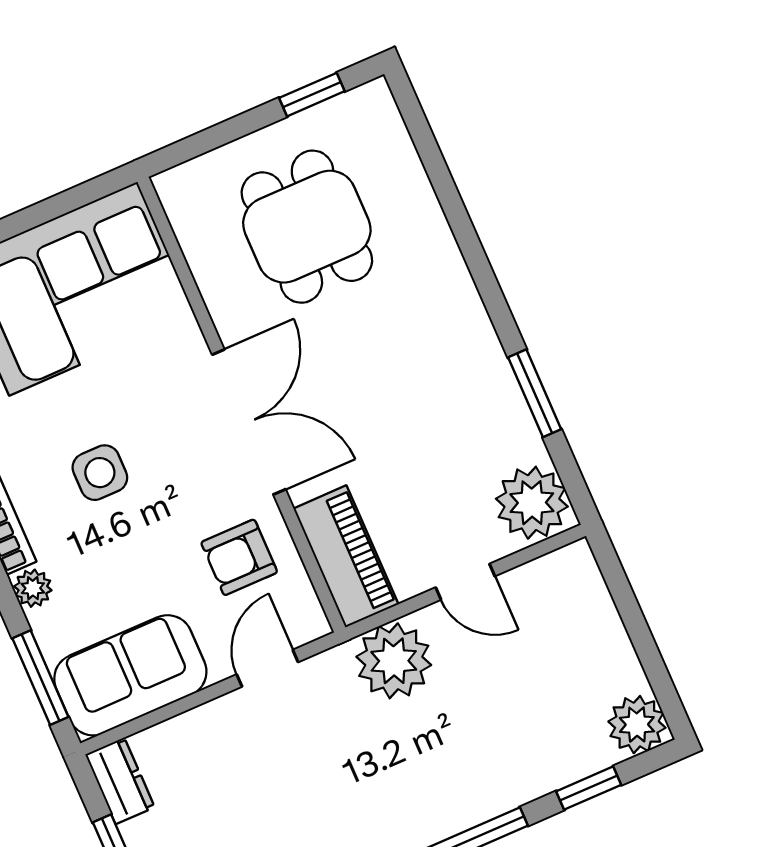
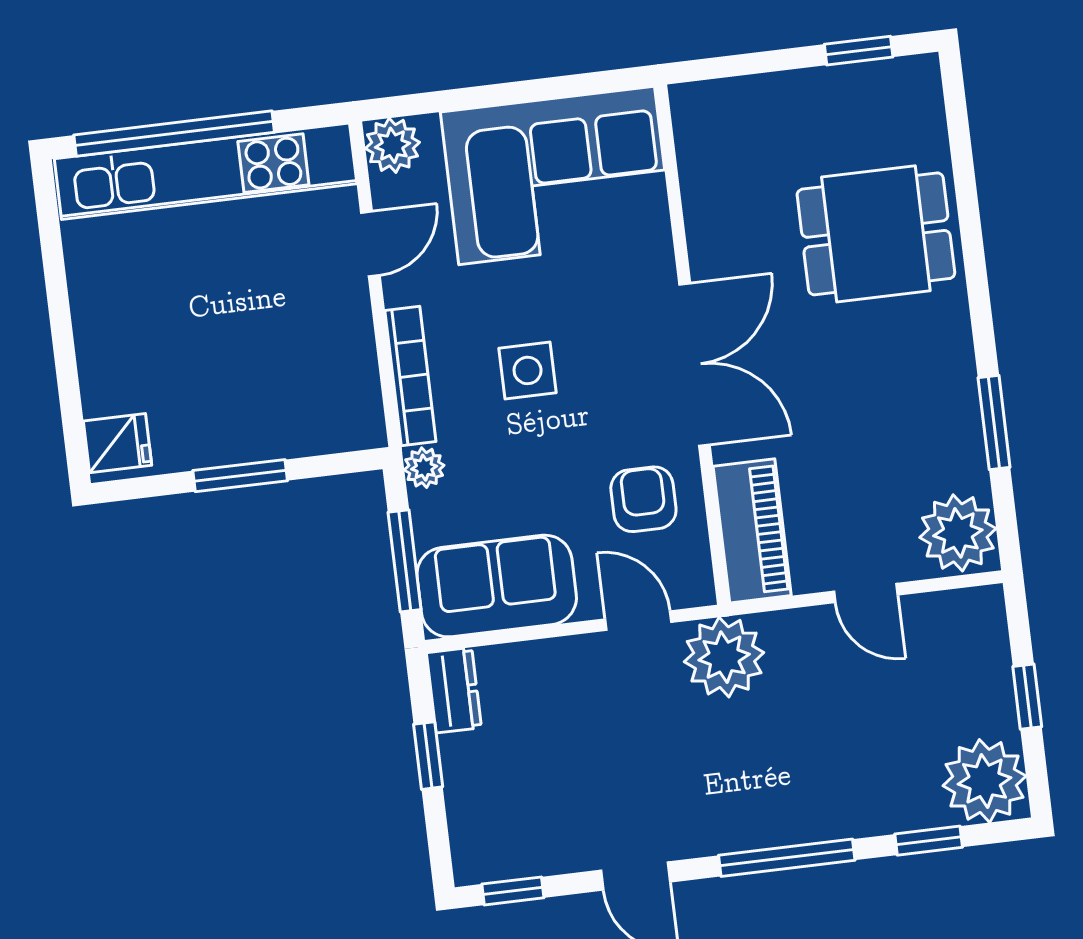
dining table: (307, 227) -> (876, 234), moved, turned 90
armchair: (239, 557) -> (643, 499), turned 90
window: (639, 631) -> (1027, 697), added
plant: (394, 661) -> (724, 657), moved
door: (267, 668) -> (638, 621), hinge flipped
plant: (637, 725) -> (985, 781), width x1.36, depth x1.36

